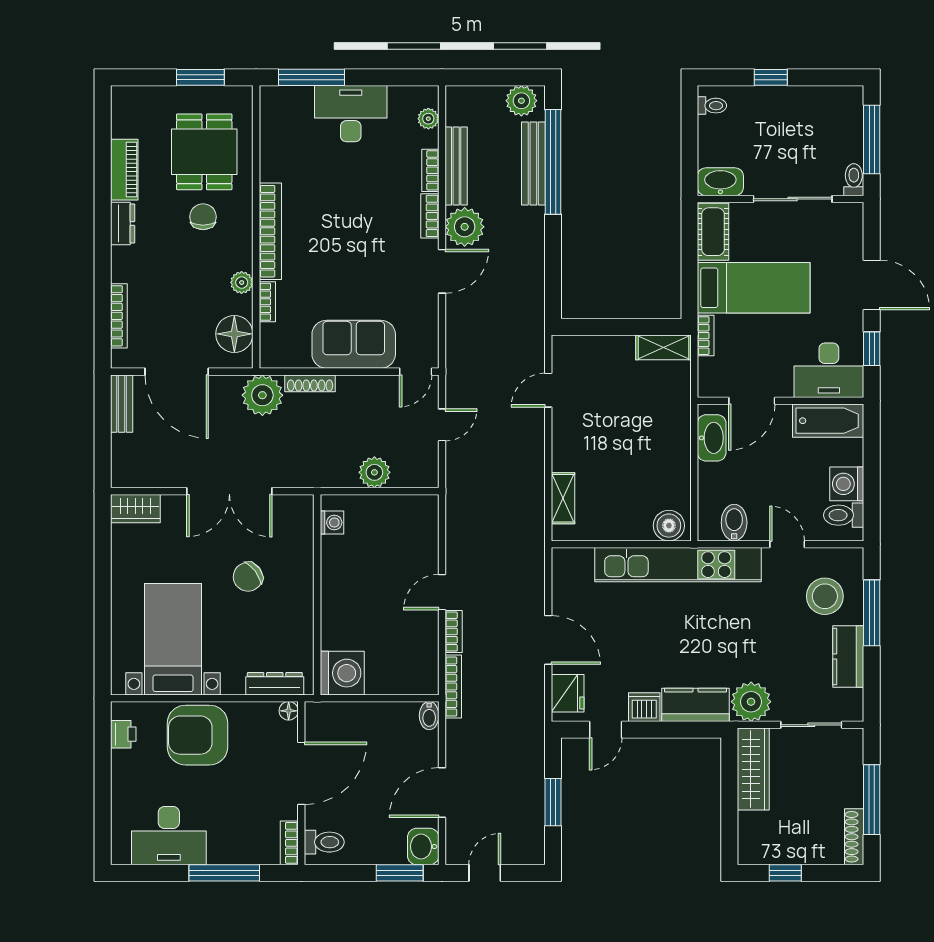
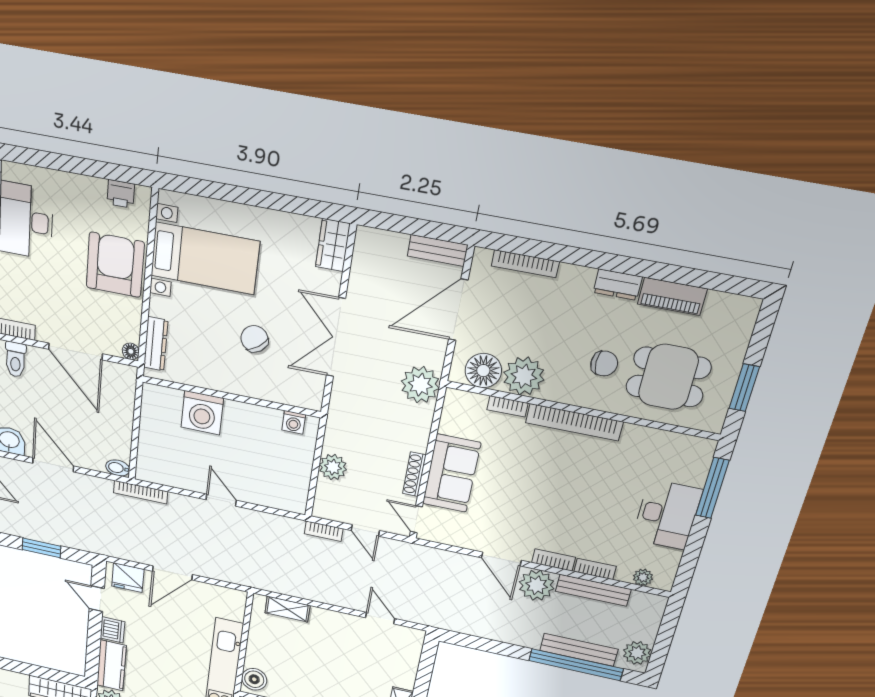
plant: (242, 283) -> (524, 376), width x1.88, depth x1.88
shoe rack: (310, 383) -> (414, 474), moved
bookcase: (454, 632) -> (324, 531), moved
washing machine: (342, 673) -> (202, 413), moved

